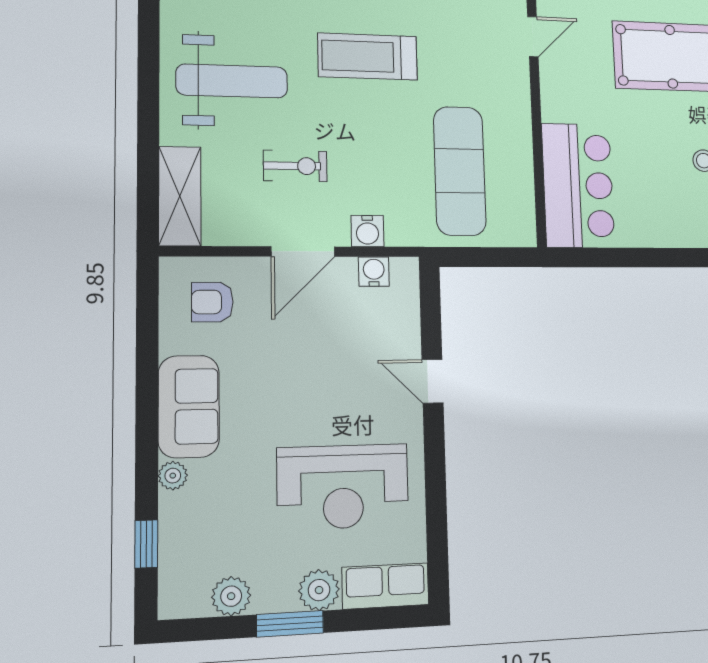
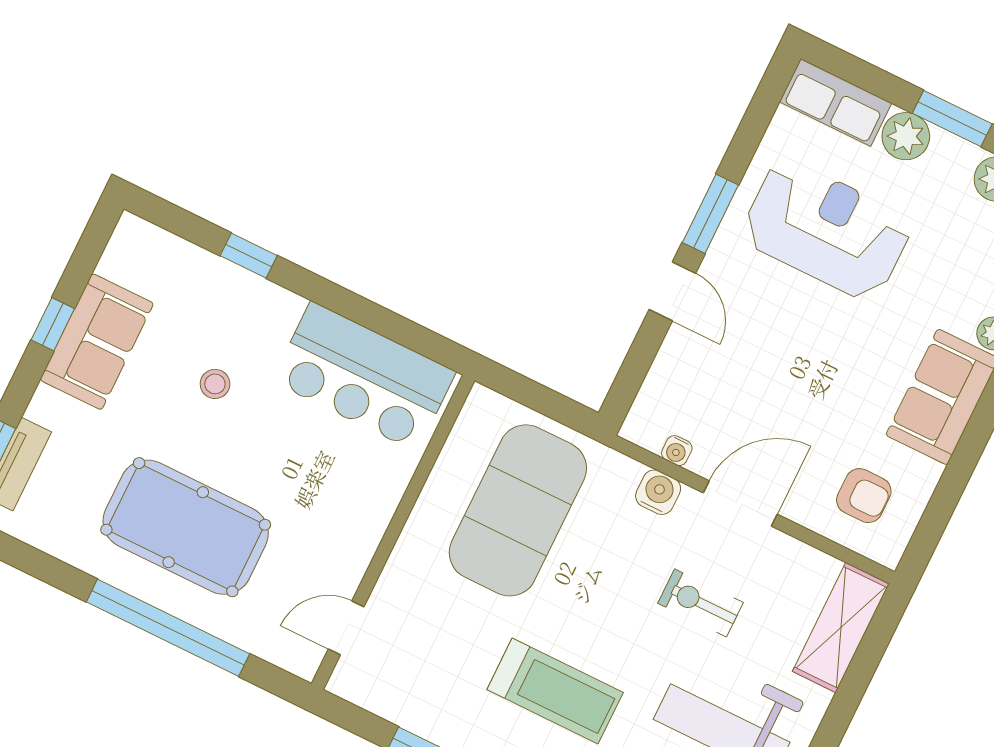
exercise mat: (460, 171) -> (518, 510), width x1.47
bar counter: (578, 185) -> (364, 376), moved, turned -90
water cooler: (374, 272) -> (677, 451), width x0.72, depth x0.72
window: (435, 452) -> (710, 214), added

